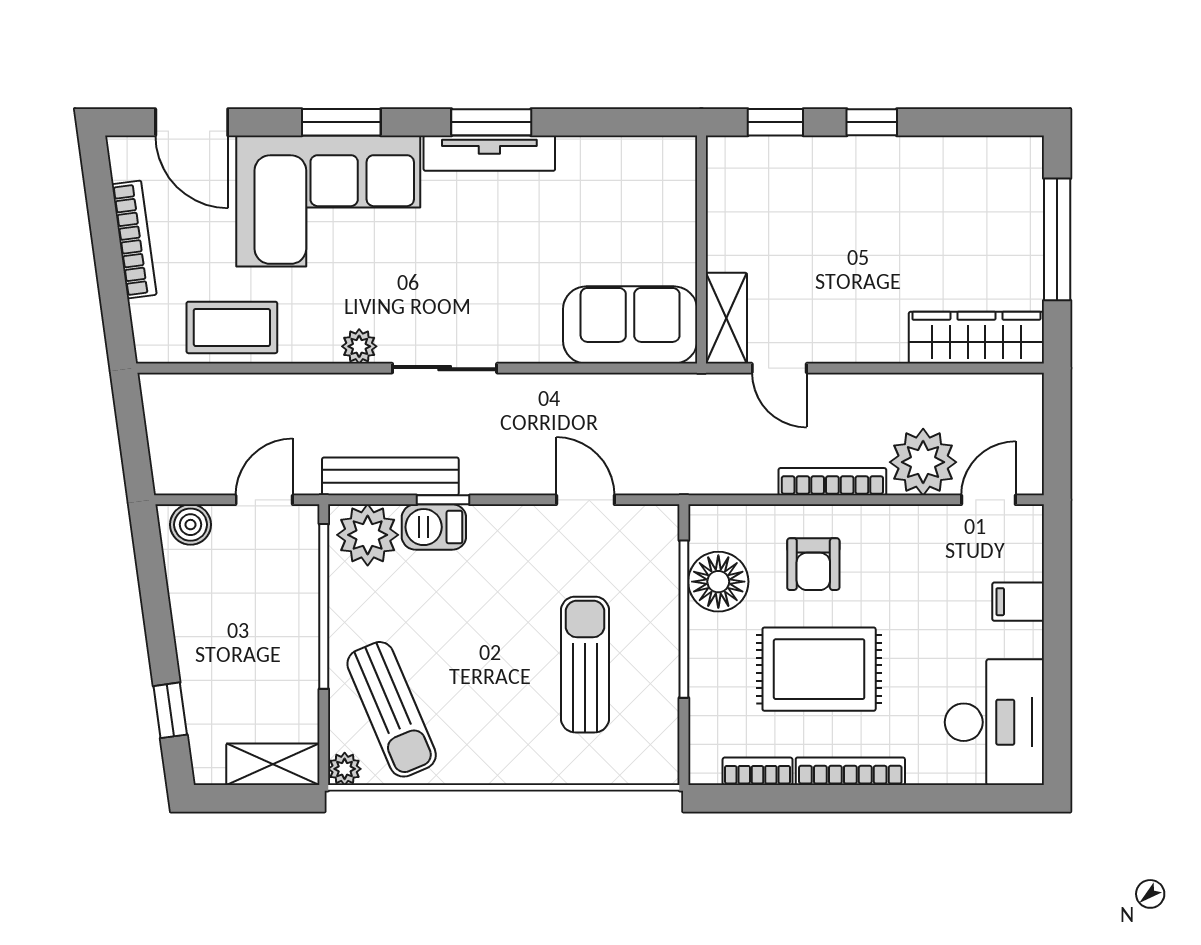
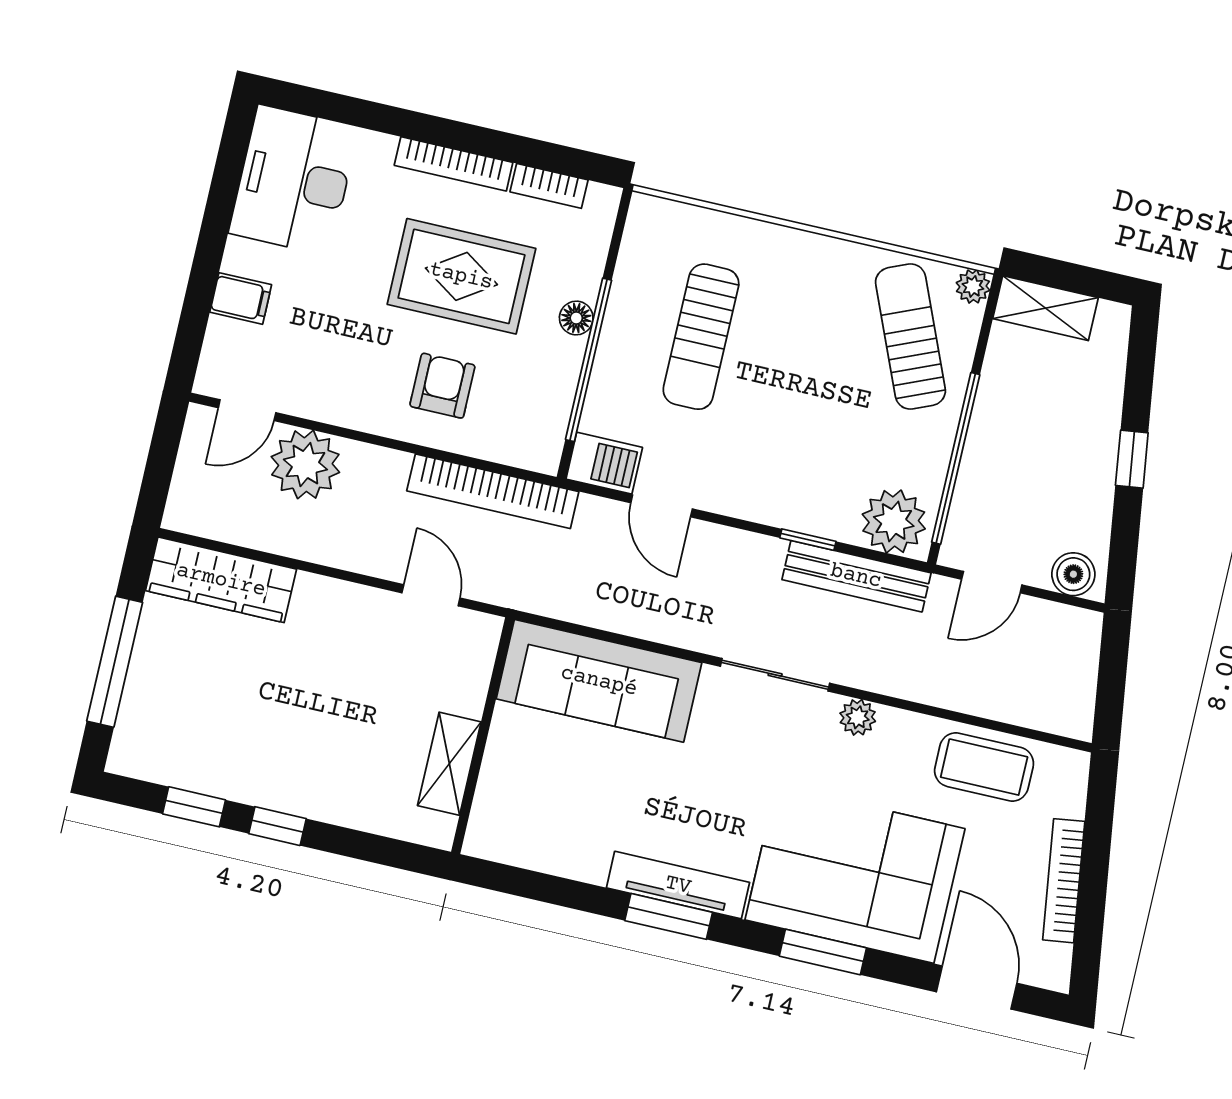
window: (775, 122) -> (194, 807), moved
shelving: (726, 318) -> (449, 764), moved
sofa: (630, 325) -> (599, 681), width x1.36
bookcase: (832, 482) -> (493, 491), moved, width x1.48, depth x1.31
barbecue: (434, 527) -> (604, 463), moved
floor lamp: (718, 582) -> (576, 318), moved, width x0.53, depth x0.53
window: (170, 710) -> (1132, 459), moved

